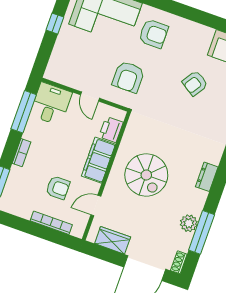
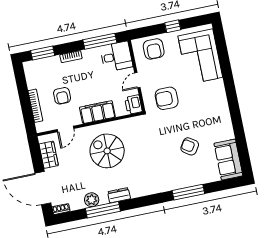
armchair: (153, 34) -> (154, 49), moved
printer: (111, 130) -> (133, 105), moved, turned -90
spiral stairs: (146, 175) -> (107, 151), turned 90
dresser: (207, 177) -> (119, 195), moved
door: (96, 206) -> (65, 129), swing flipped
window: (202, 232) -> (103, 210), moved

